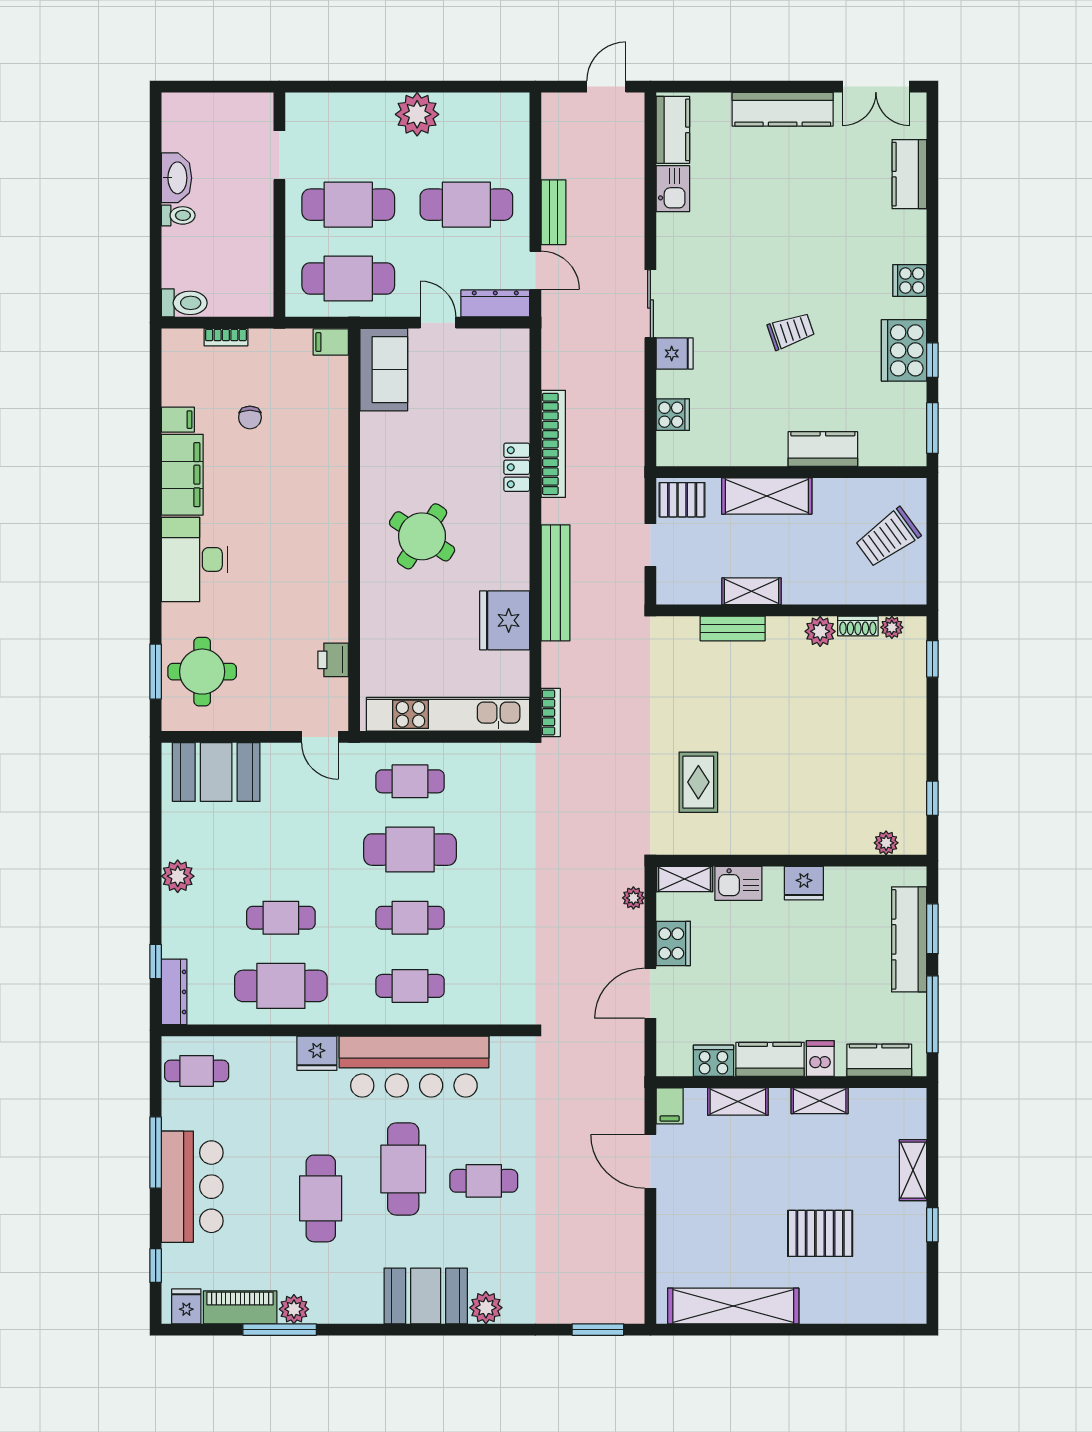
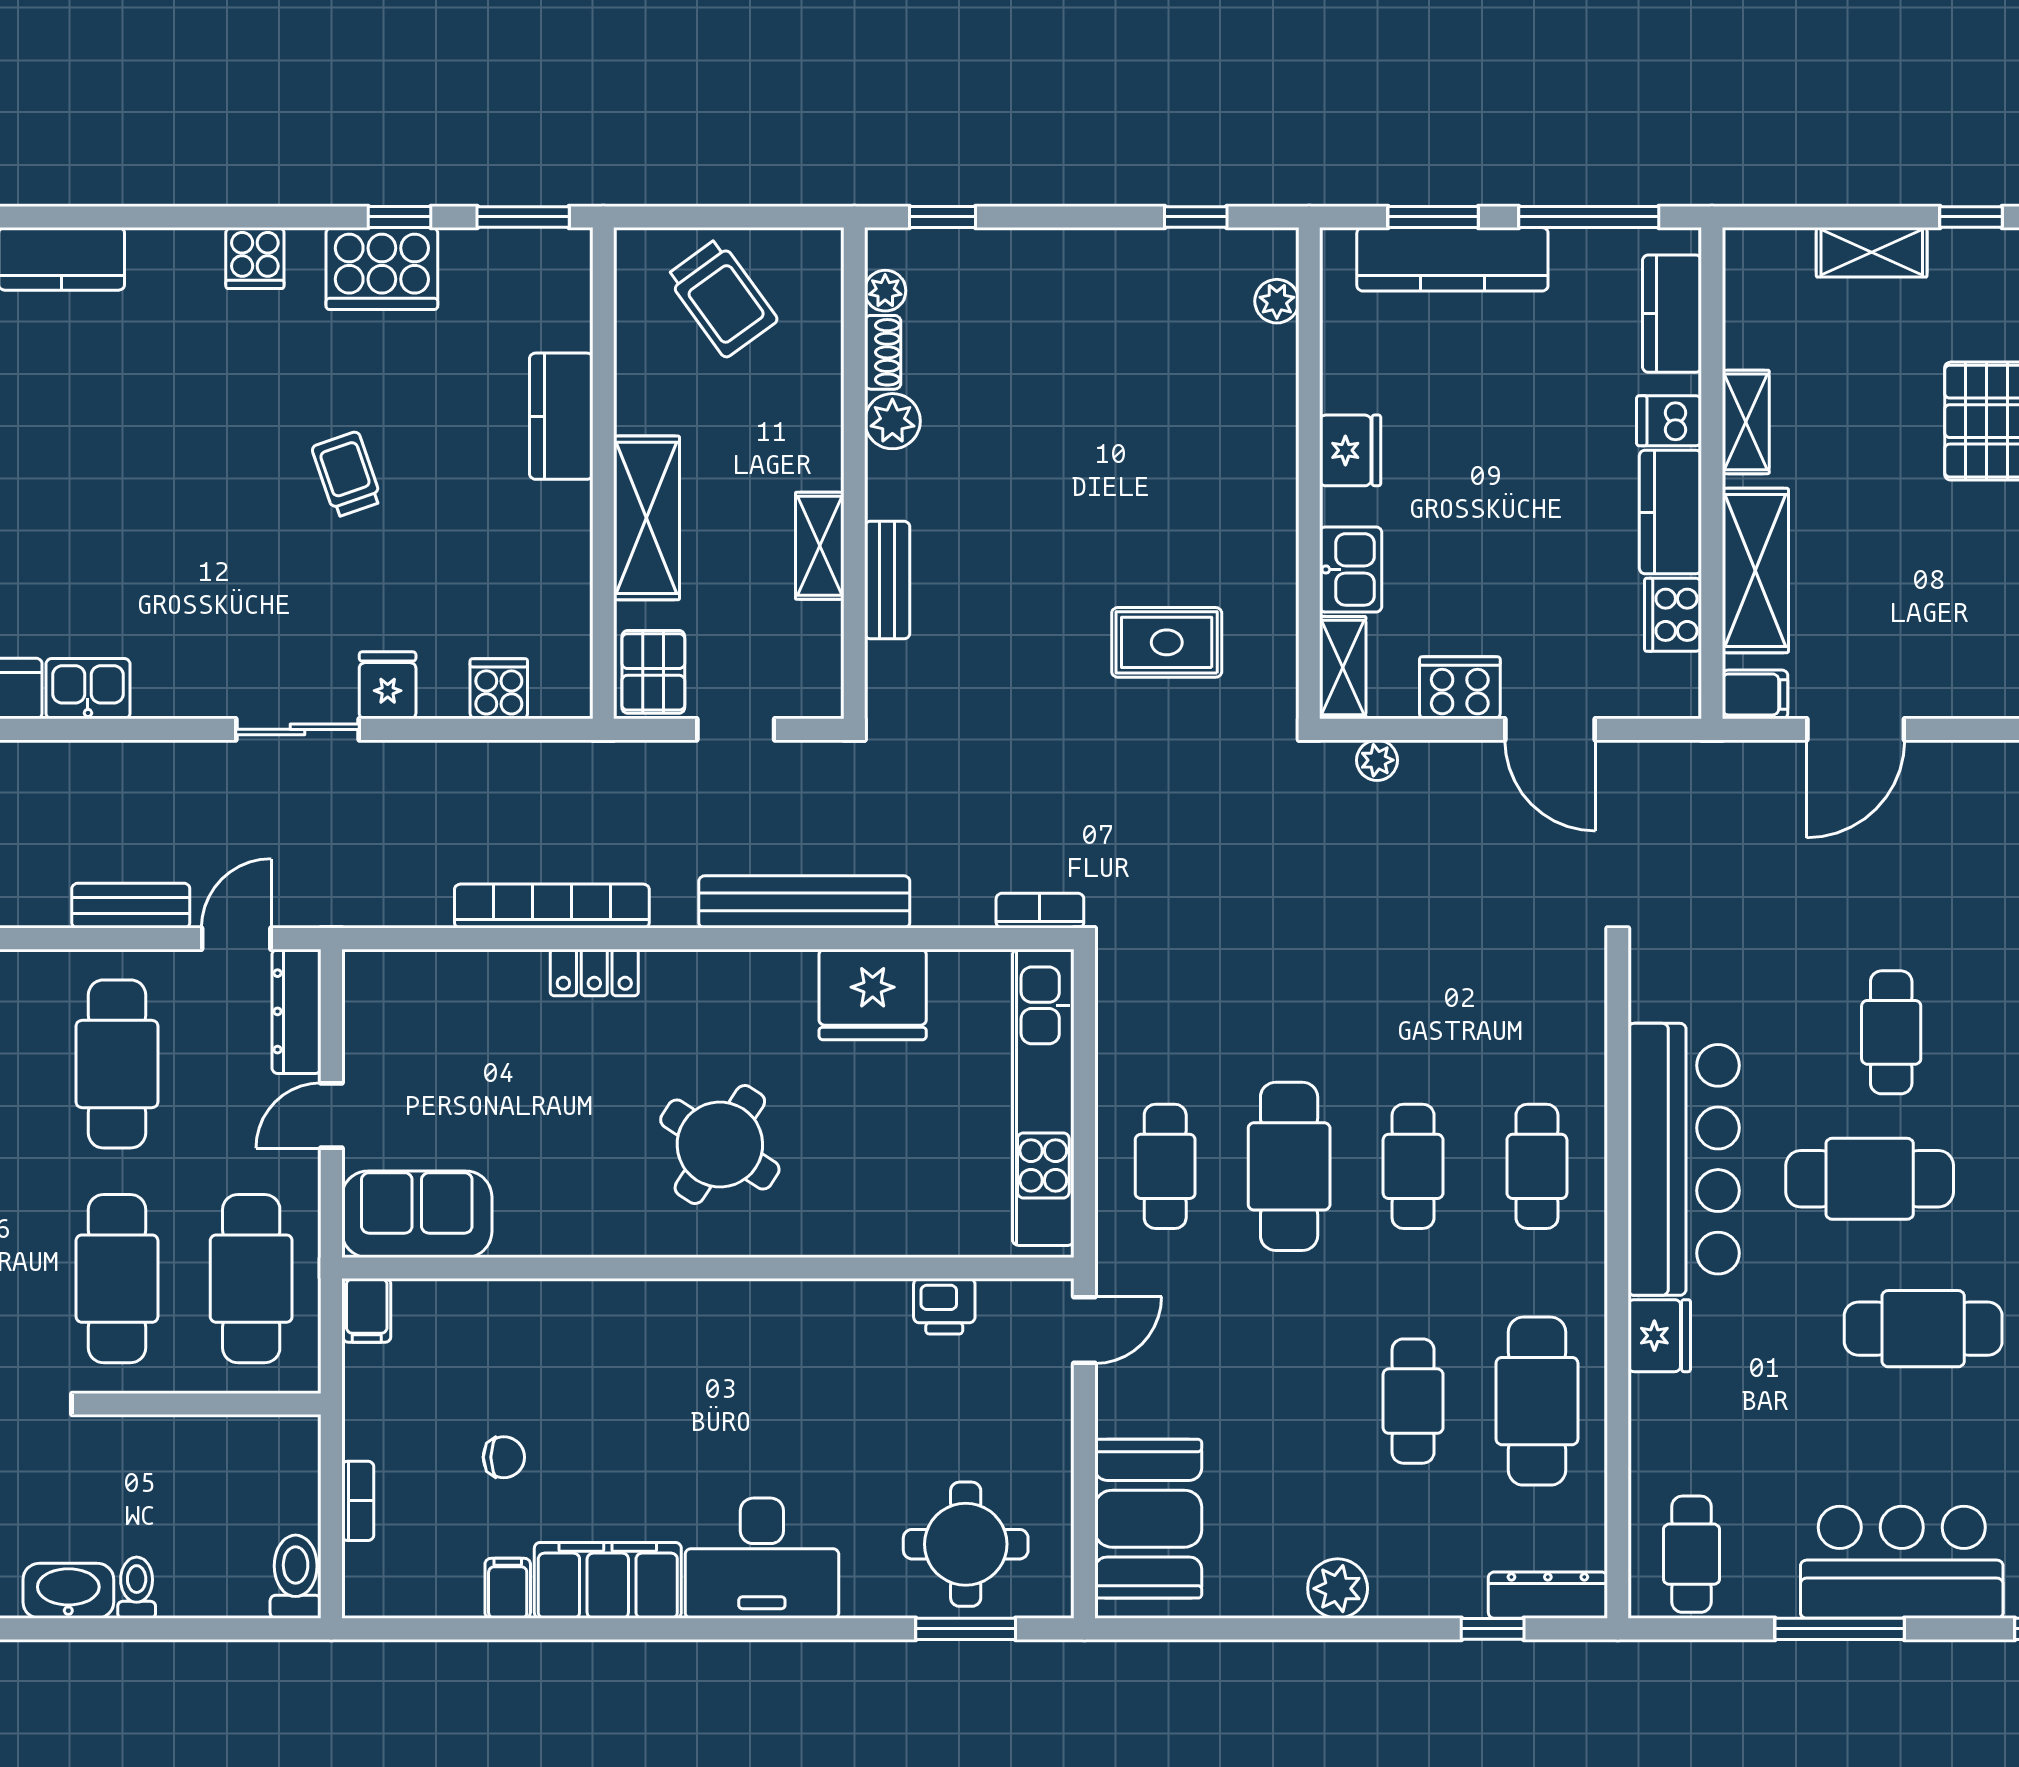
shelving: (738, 1102) -> (1755, 570), width x1.50, depth x1.33

